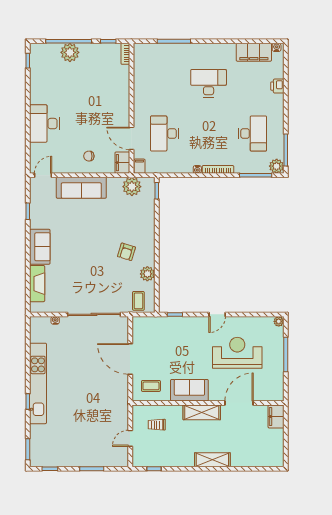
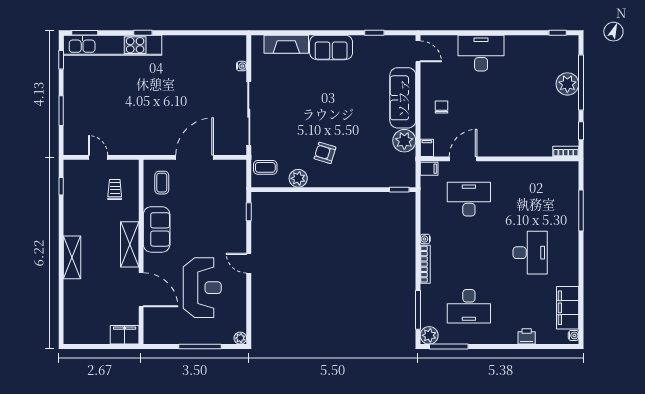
filing cabinet: (122, 163) -> (427, 148), width x0.50
plant: (132, 187) -> (404, 141), moved
kitchen unit: (38, 383) -> (113, 45), moved

